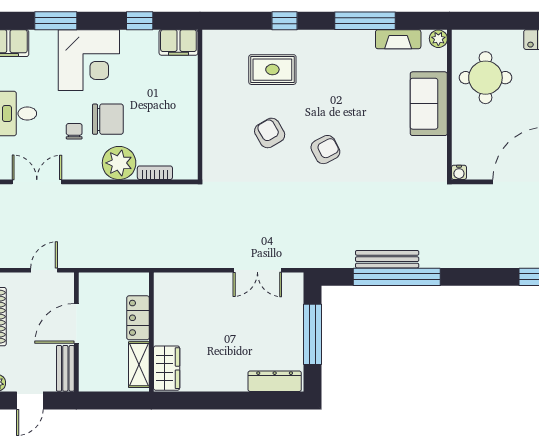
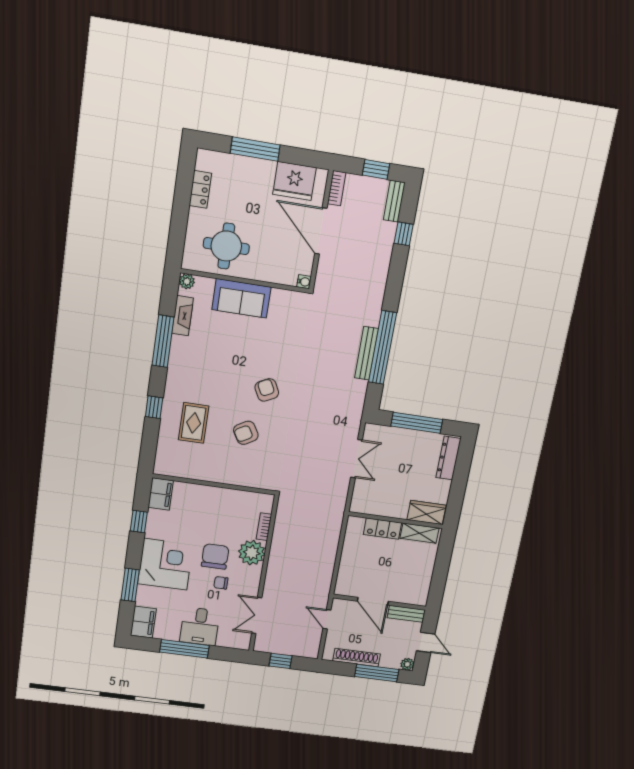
locker: (138, 318) -> (382, 529), moved
wall: (151, 332) -> (396, 520), moved
shelving: (139, 365) -> (420, 533), moved
wardrobe: (167, 368) -> (427, 513), moved

